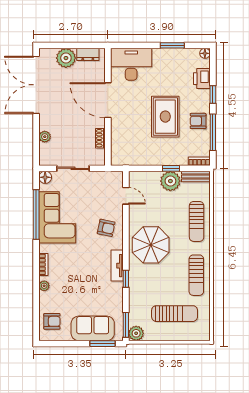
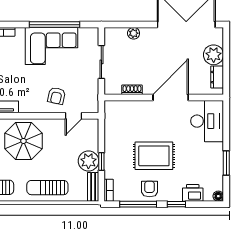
floor lamp: (45, 177) -> (92, 34), removed
armchair: (106, 228) -> (57, 96), moved

